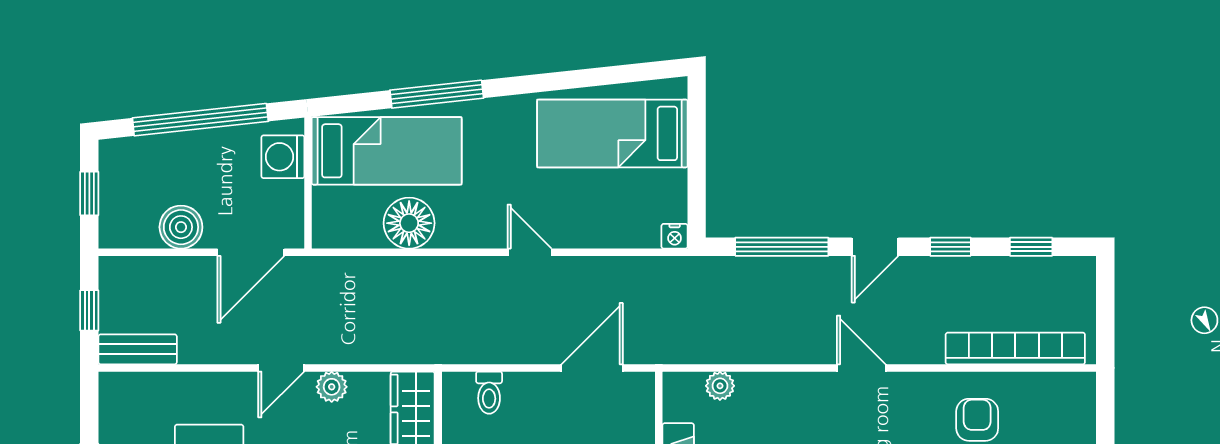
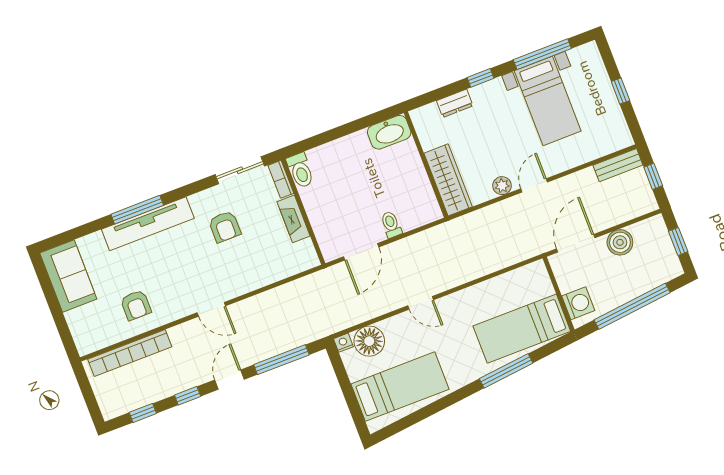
floor lamp: (409, 223) -> (369, 341), moved
plant: (720, 386) -> (286, 269), removed
toilet: (489, 393) -> (391, 225), moved

